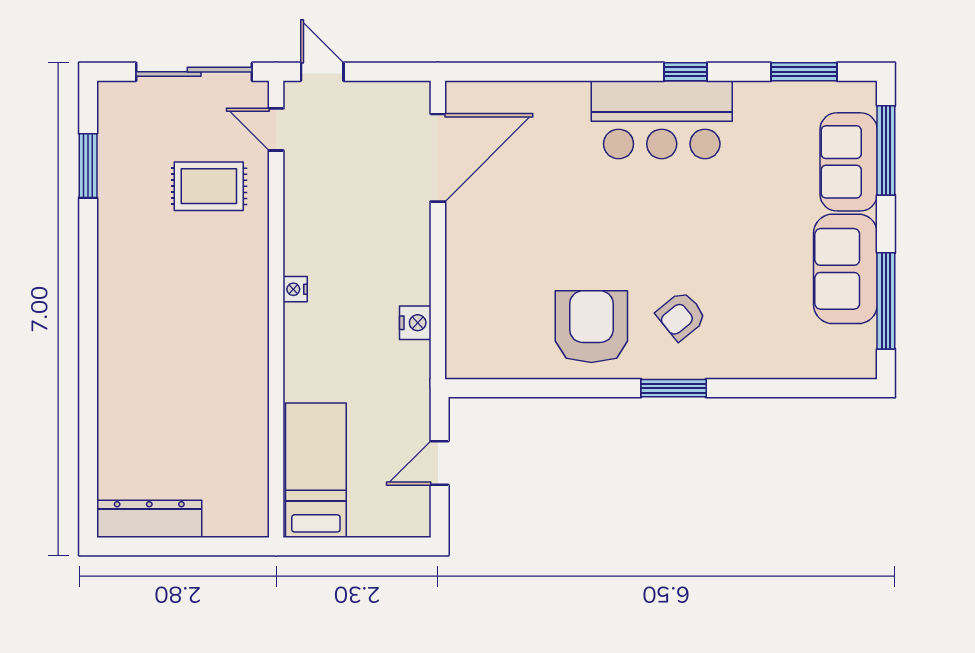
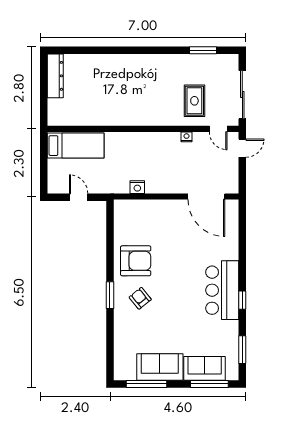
door: (276, 129) -> (218, 129), swing flipped
nightstand: (295, 289) -> (186, 137), moved

